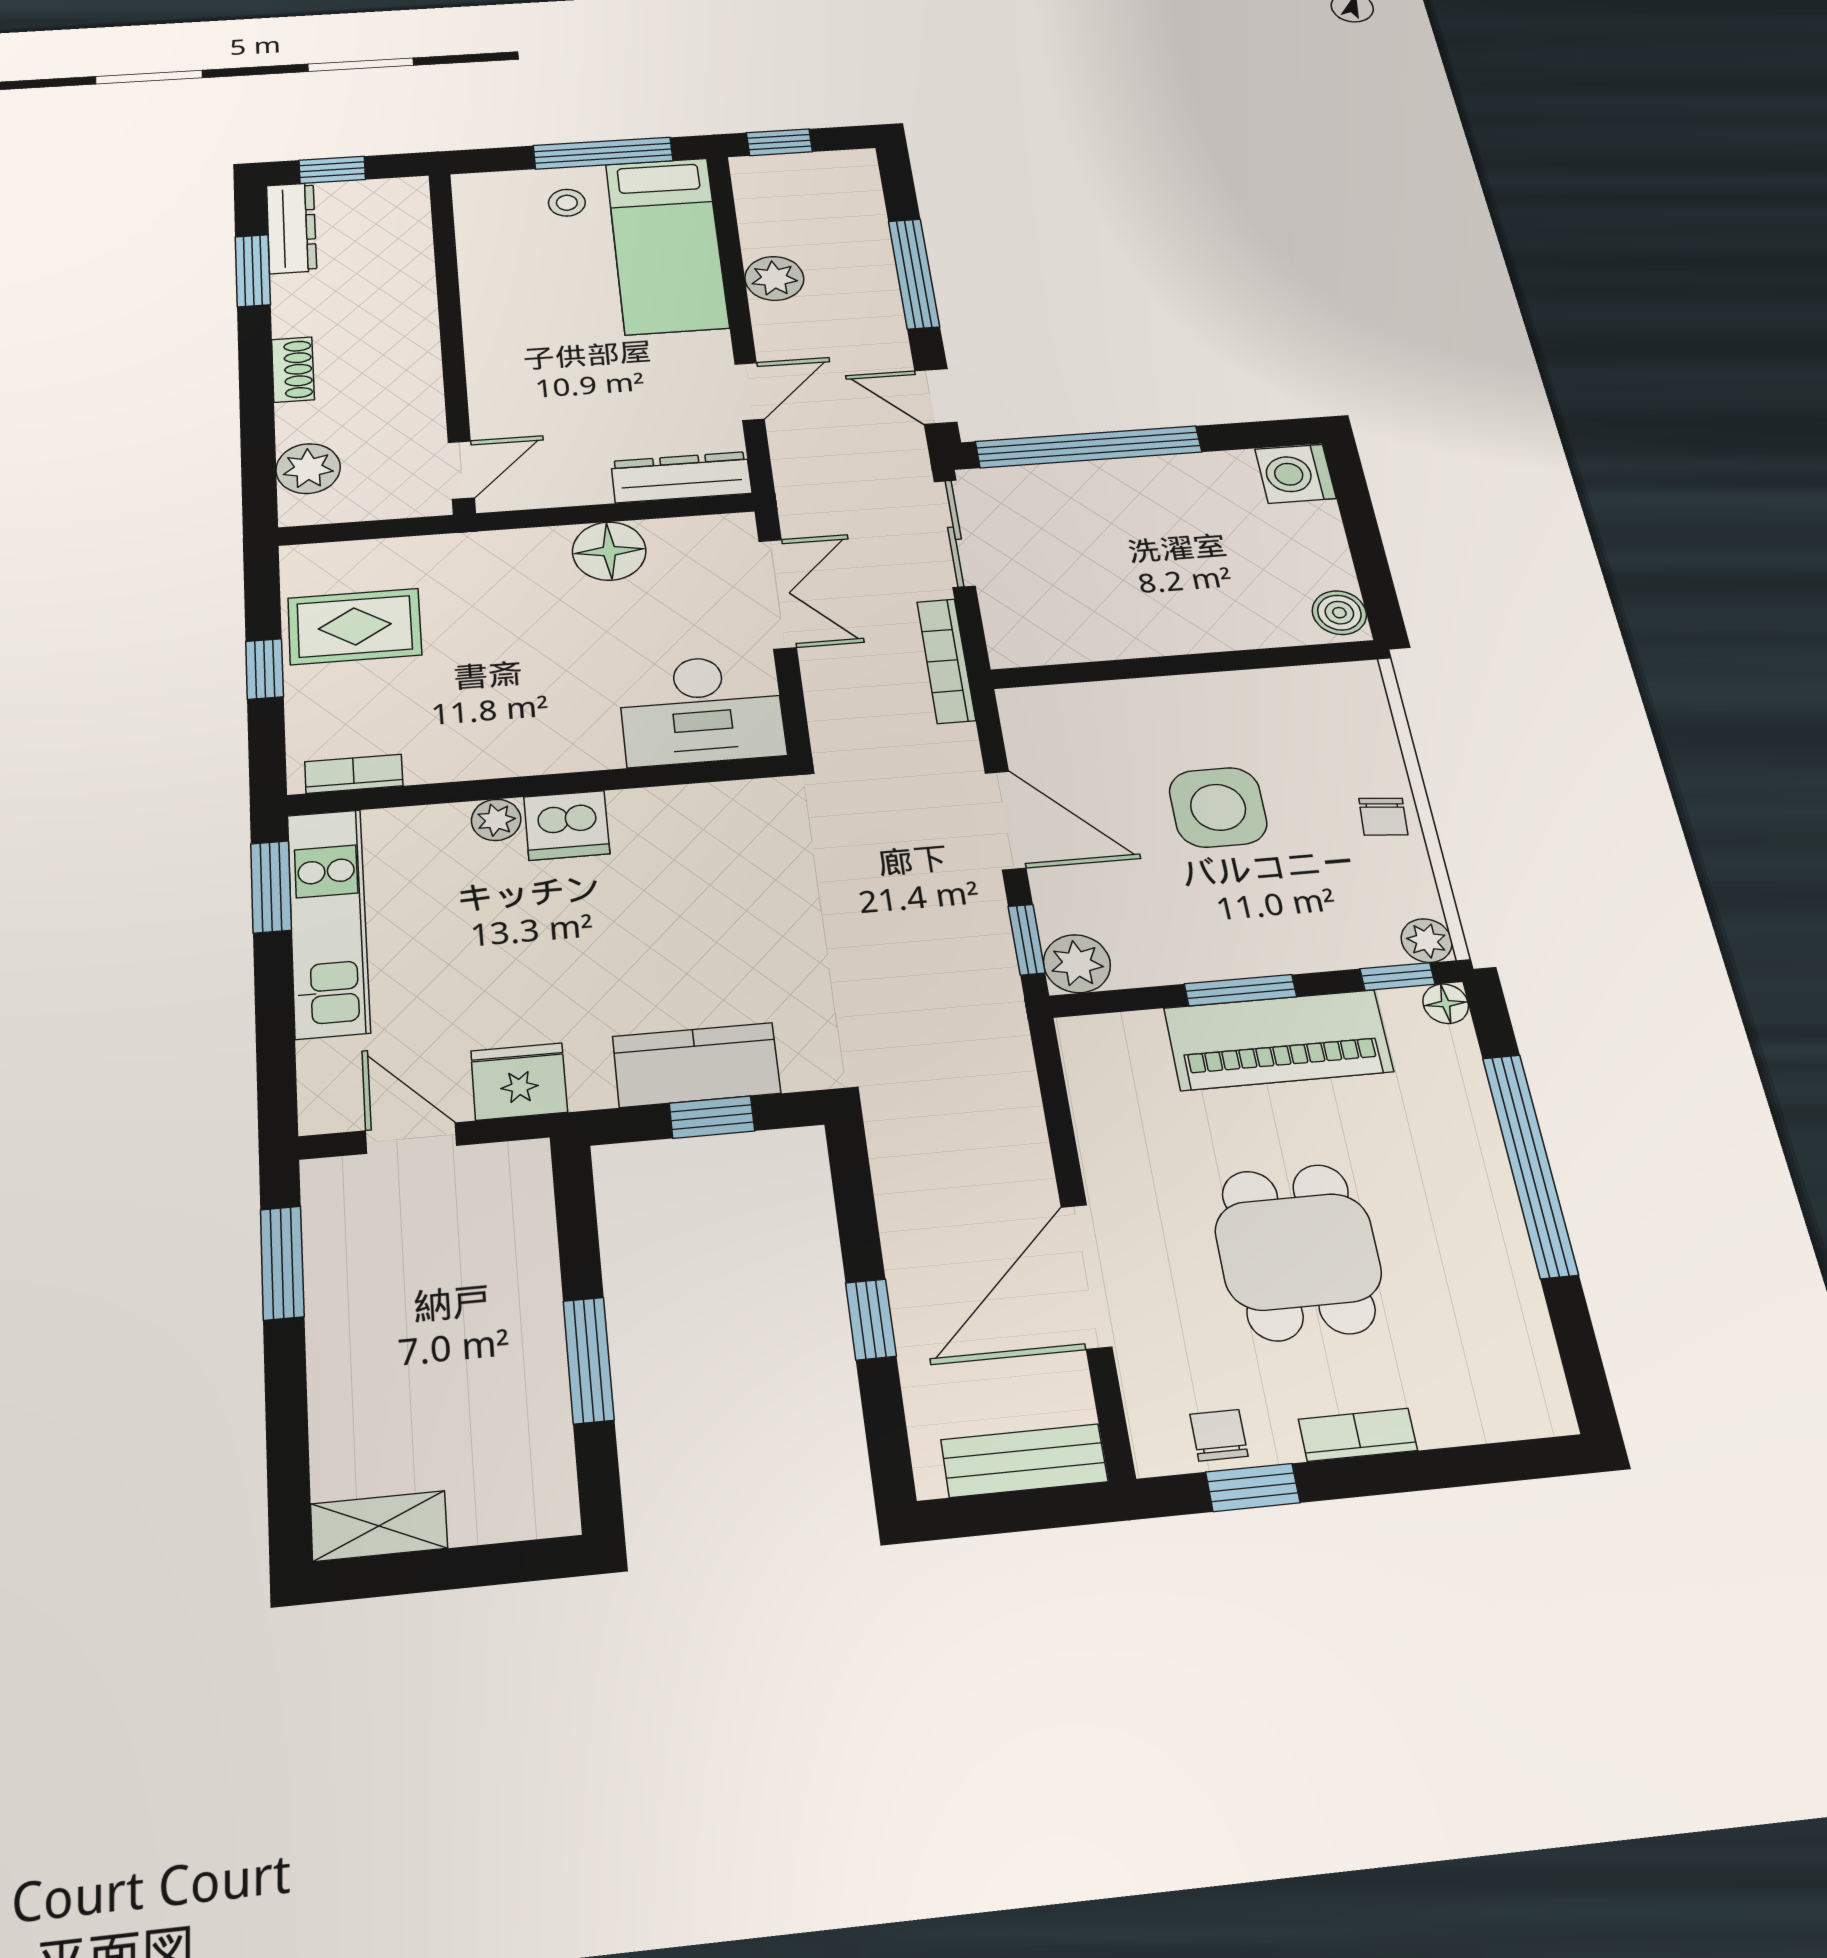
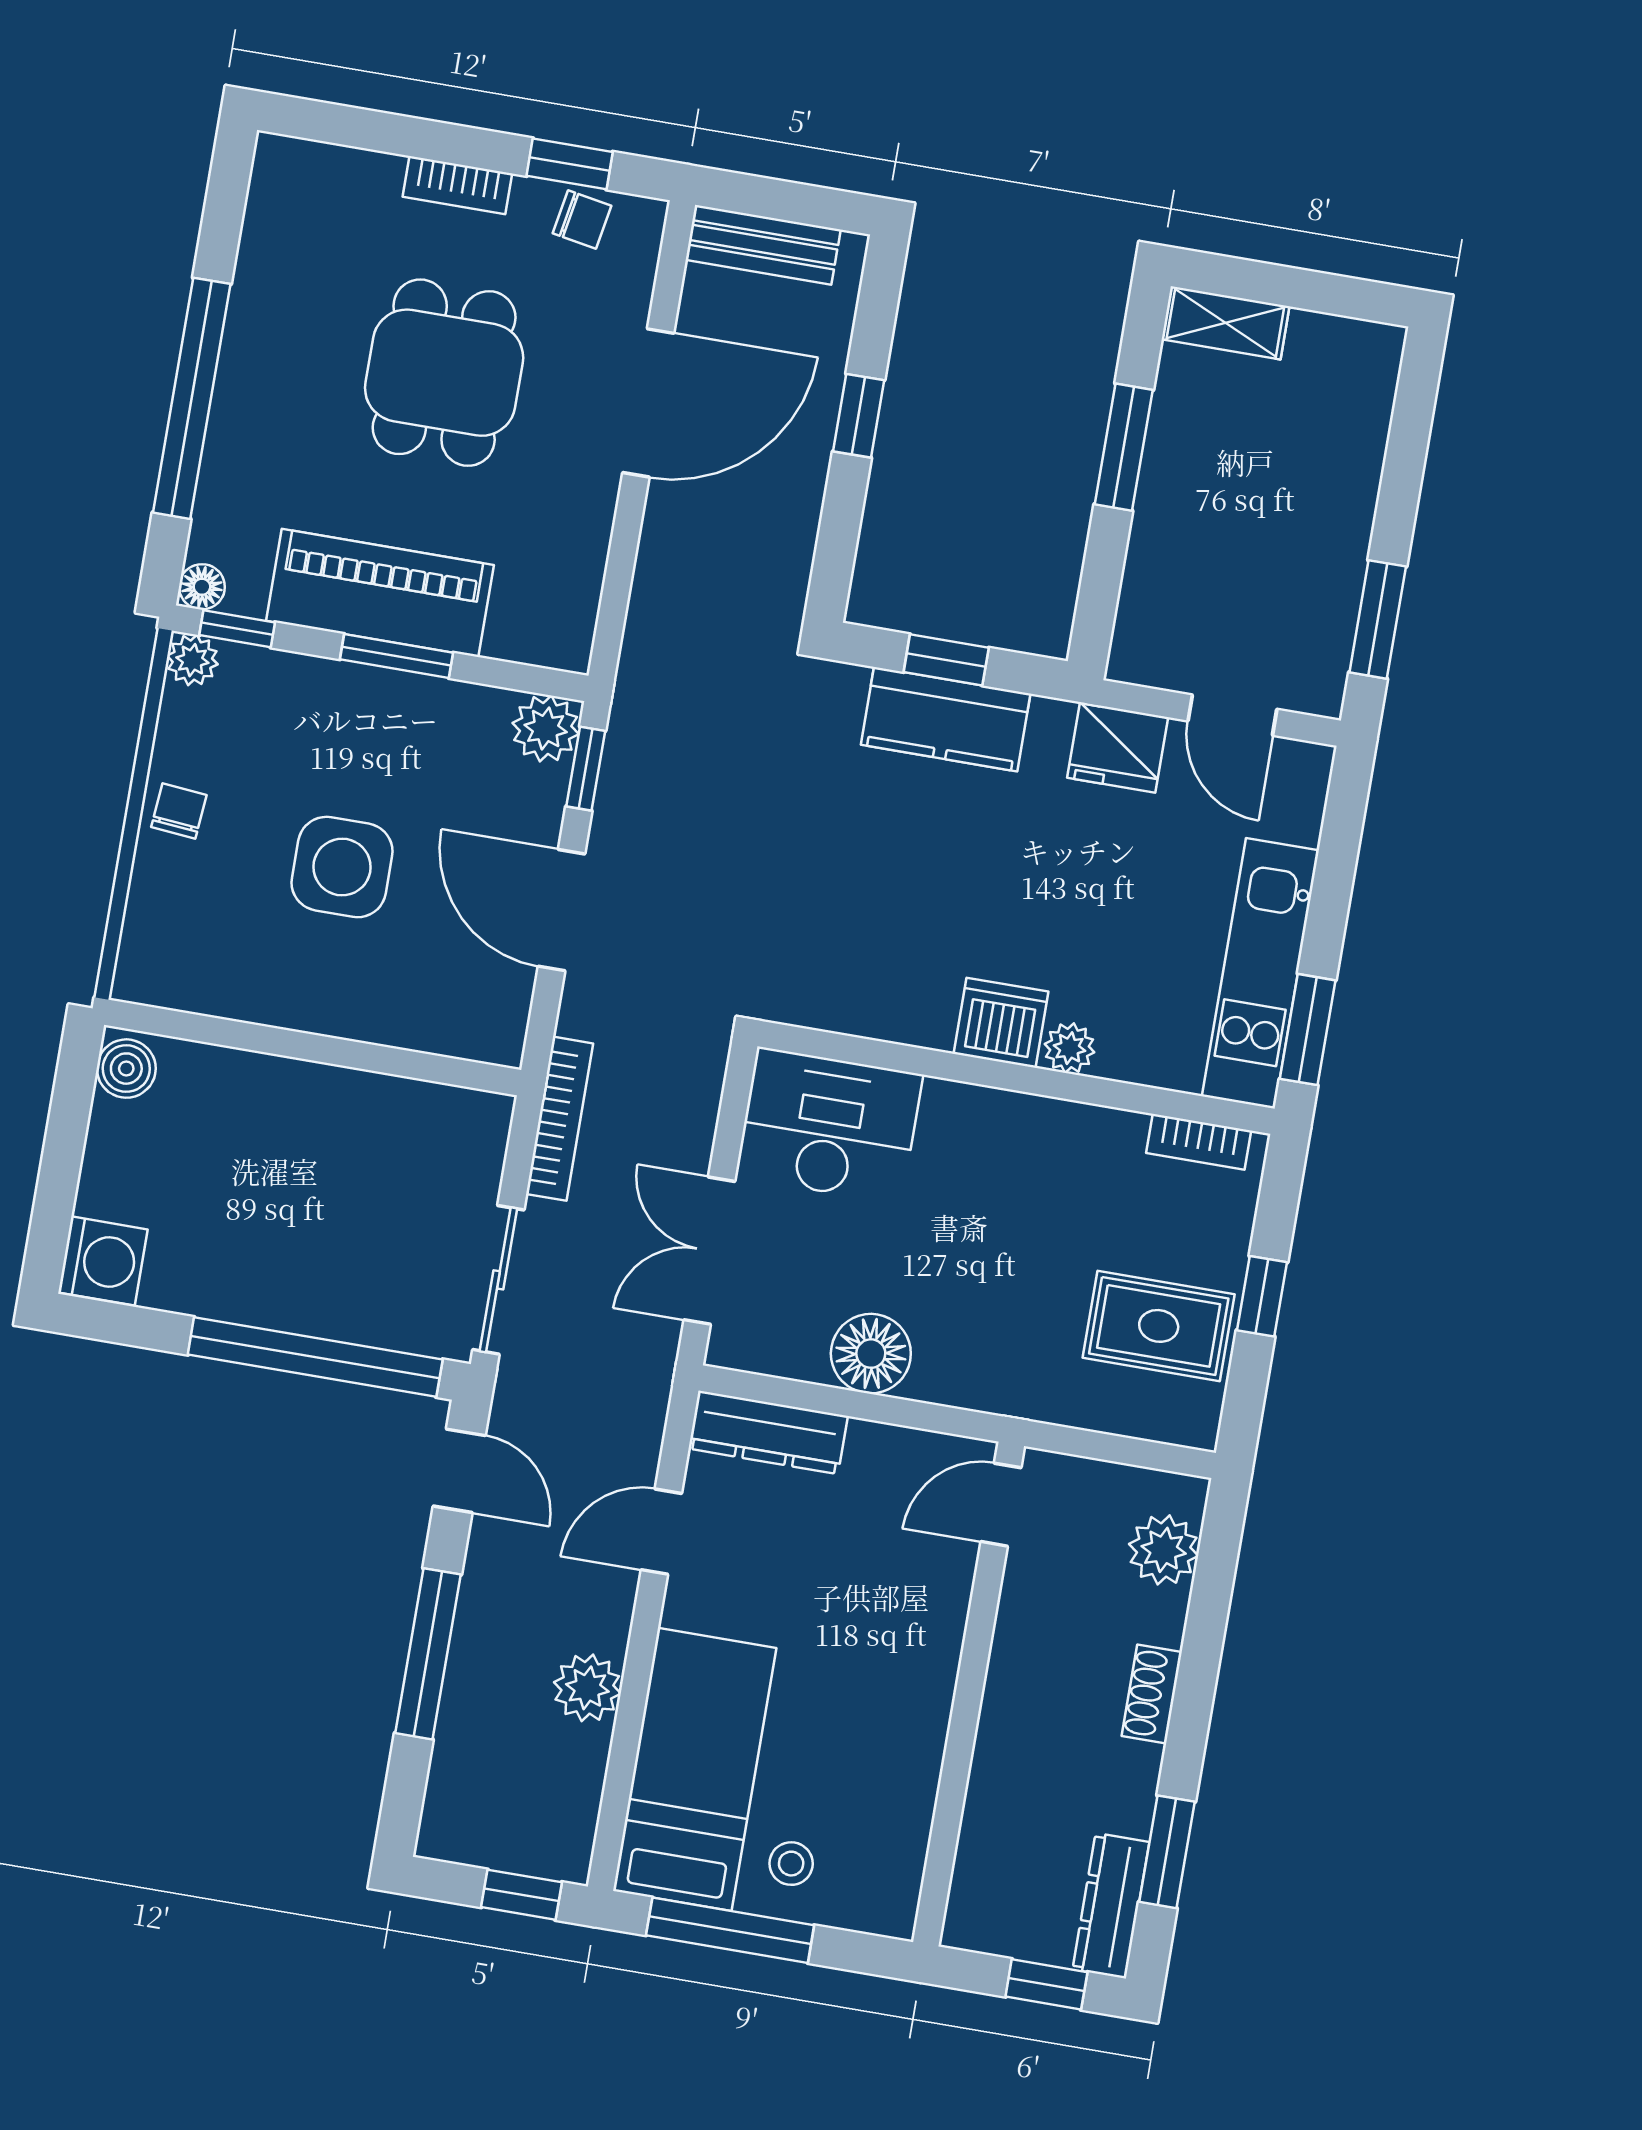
chair: (1219, 1435) -> (582, 220), turned -80
shelving: (379, 1526) -> (1225, 323), moved

